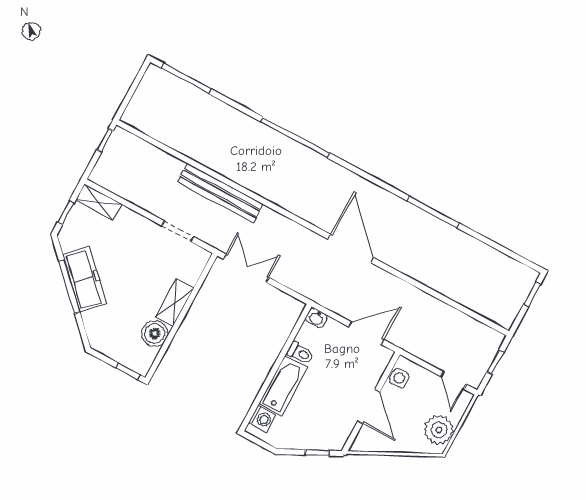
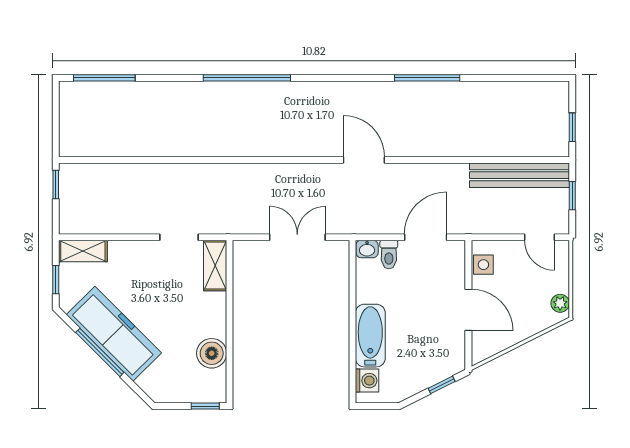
bench: (220, 193) -> (519, 175), moved
door: (351, 249) -> (364, 160), width x0.73
double door: (246, 268) -> (297, 237), moved
freezer: (84, 279) -> (114, 334), width x1.36, depth x1.26
window: (532, 294) -> (572, 127), moved
shelving: (175, 303) -> (215, 266), moved
toilet: (300, 353) -> (389, 254), moved, turned 90
plant: (439, 430) -> (560, 303), width x0.53, depth x0.53

